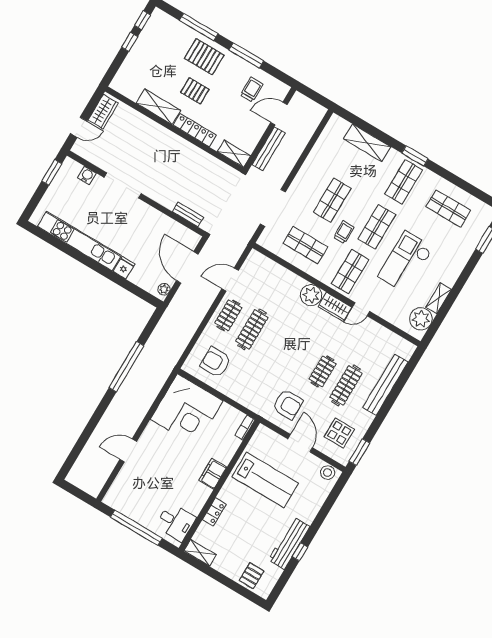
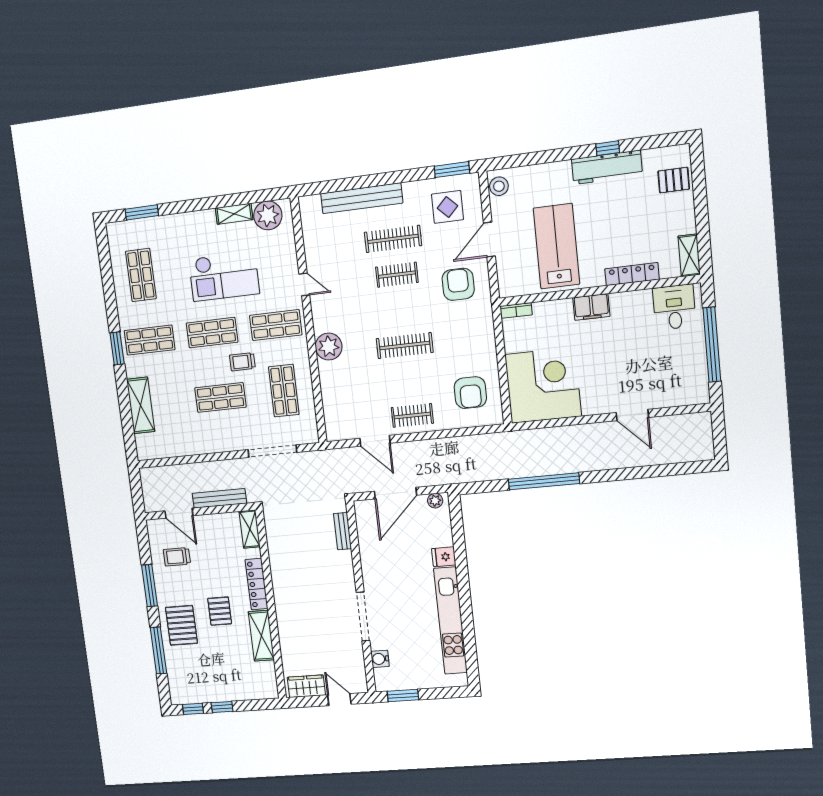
wardrobe: (335, 307) -> (322, 313), removed
clothes rail: (252, 329) -> (405, 346), moved
locker: (214, 512) -> (632, 274), width x1.53

